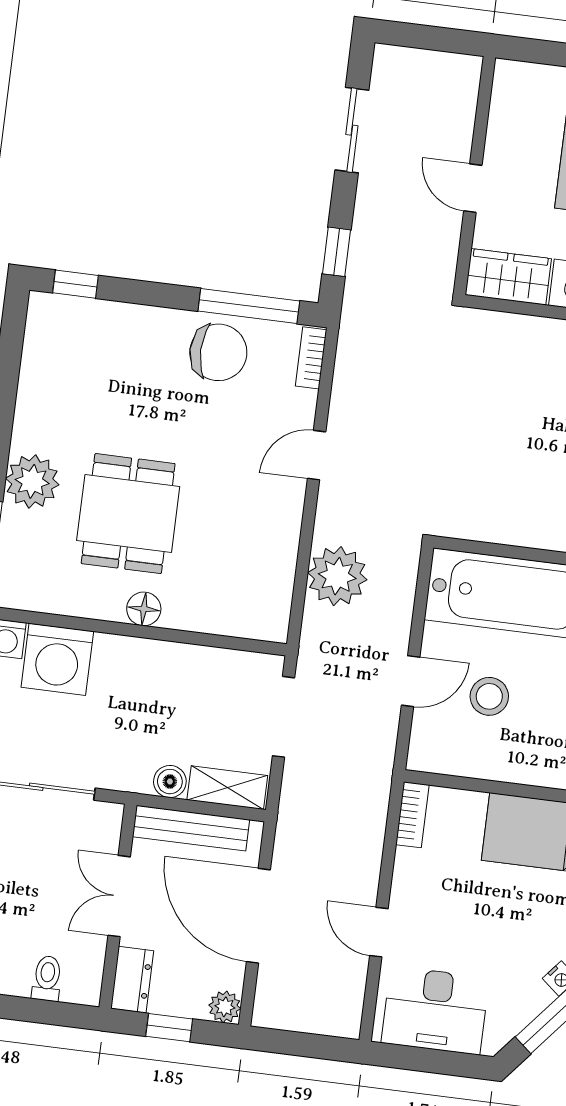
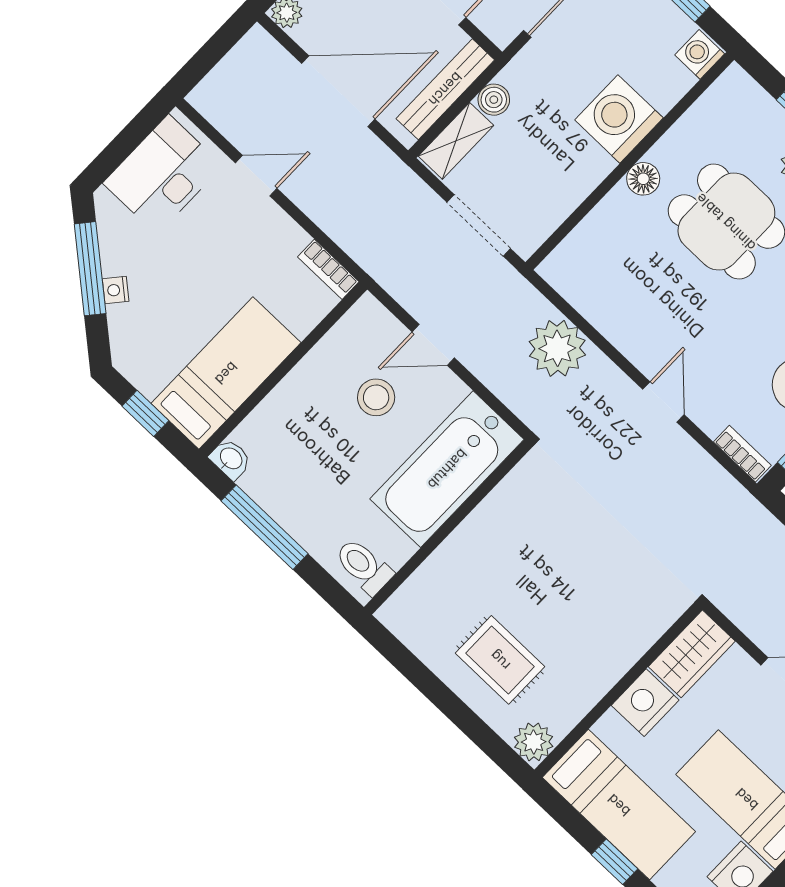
washing machine: (57, 659) -> (619, 119), moved
door: (411, 681) -> (433, 345), hinge flipped

